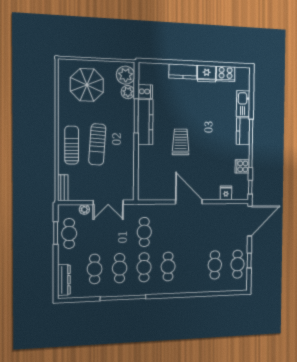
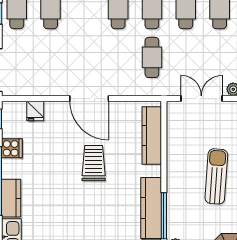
trolley: (181, 142) -> (94, 163), moved, turned 180
kitchen counter: (145, 175) -> (152, 135), added

